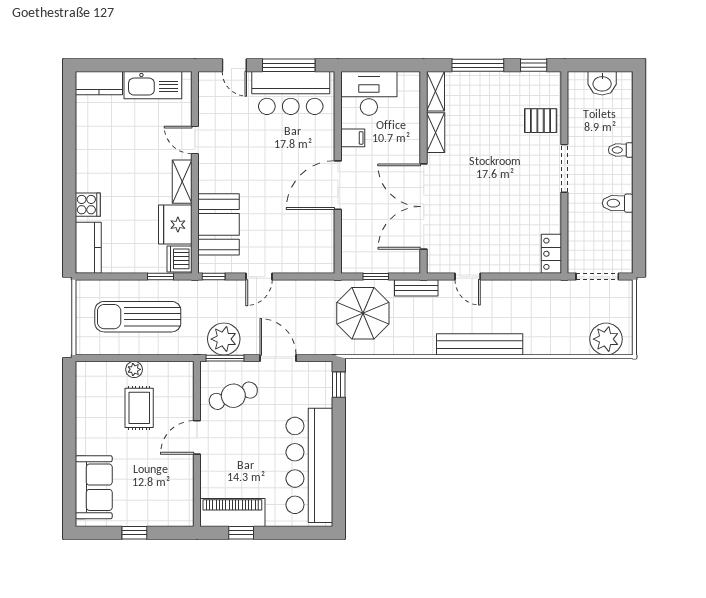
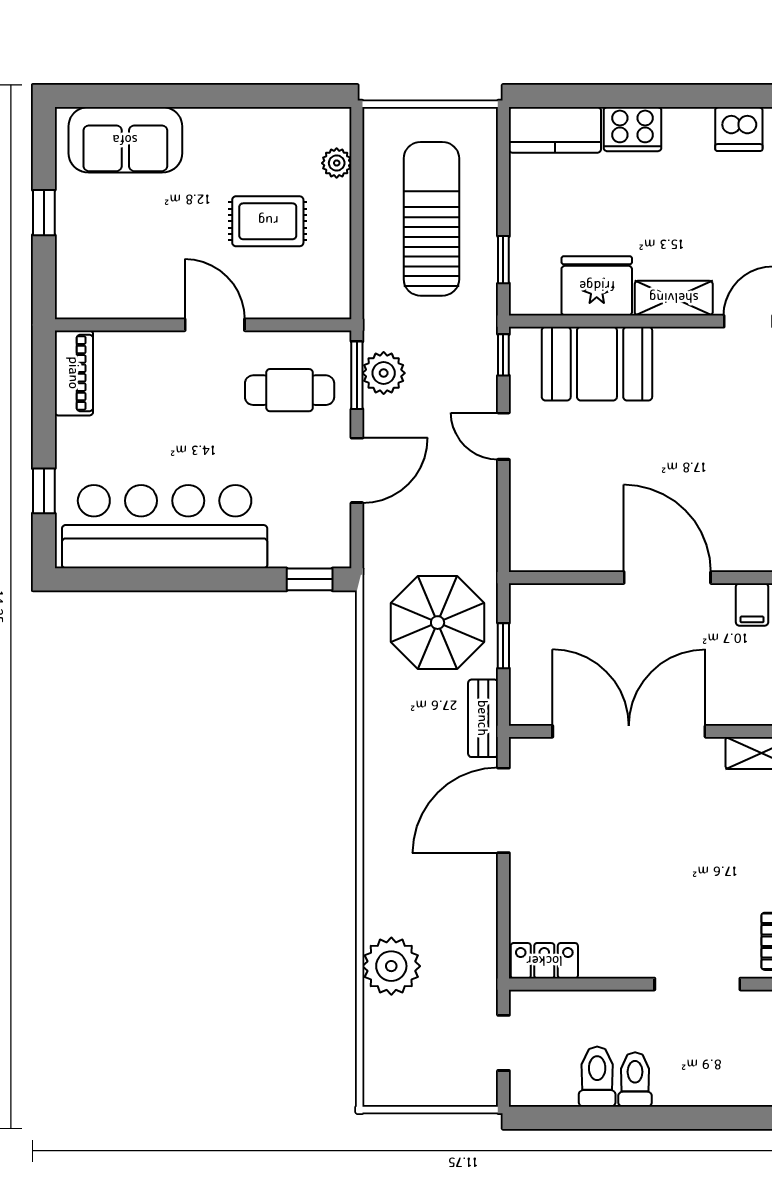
toilet: (621, 150) -> (597, 1077), moved, width x1.37, depth x1.39
cooker: (88, 205) -> (632, 129), width x1.36
dishwasher: (180, 259) -> (739, 129), moved, turned 180
door: (468, 277) -> (503, 810), width x1.87
doorway: (597, 277) -> (503, 1043), width x0.73
plant: (224, 339) -> (384, 373), width x0.73, depth x0.73
plant: (606, 339) -> (391, 966), moved
bench: (480, 344) -> (382, 832), removed
plant: (134, 369) -> (337, 163), moved
cafe table: (233, 396) -> (290, 390), turned -71
piano: (232, 513) -> (74, 373), width x0.73, depth x0.75
window: (241, 533) -> (44, 491), moved

